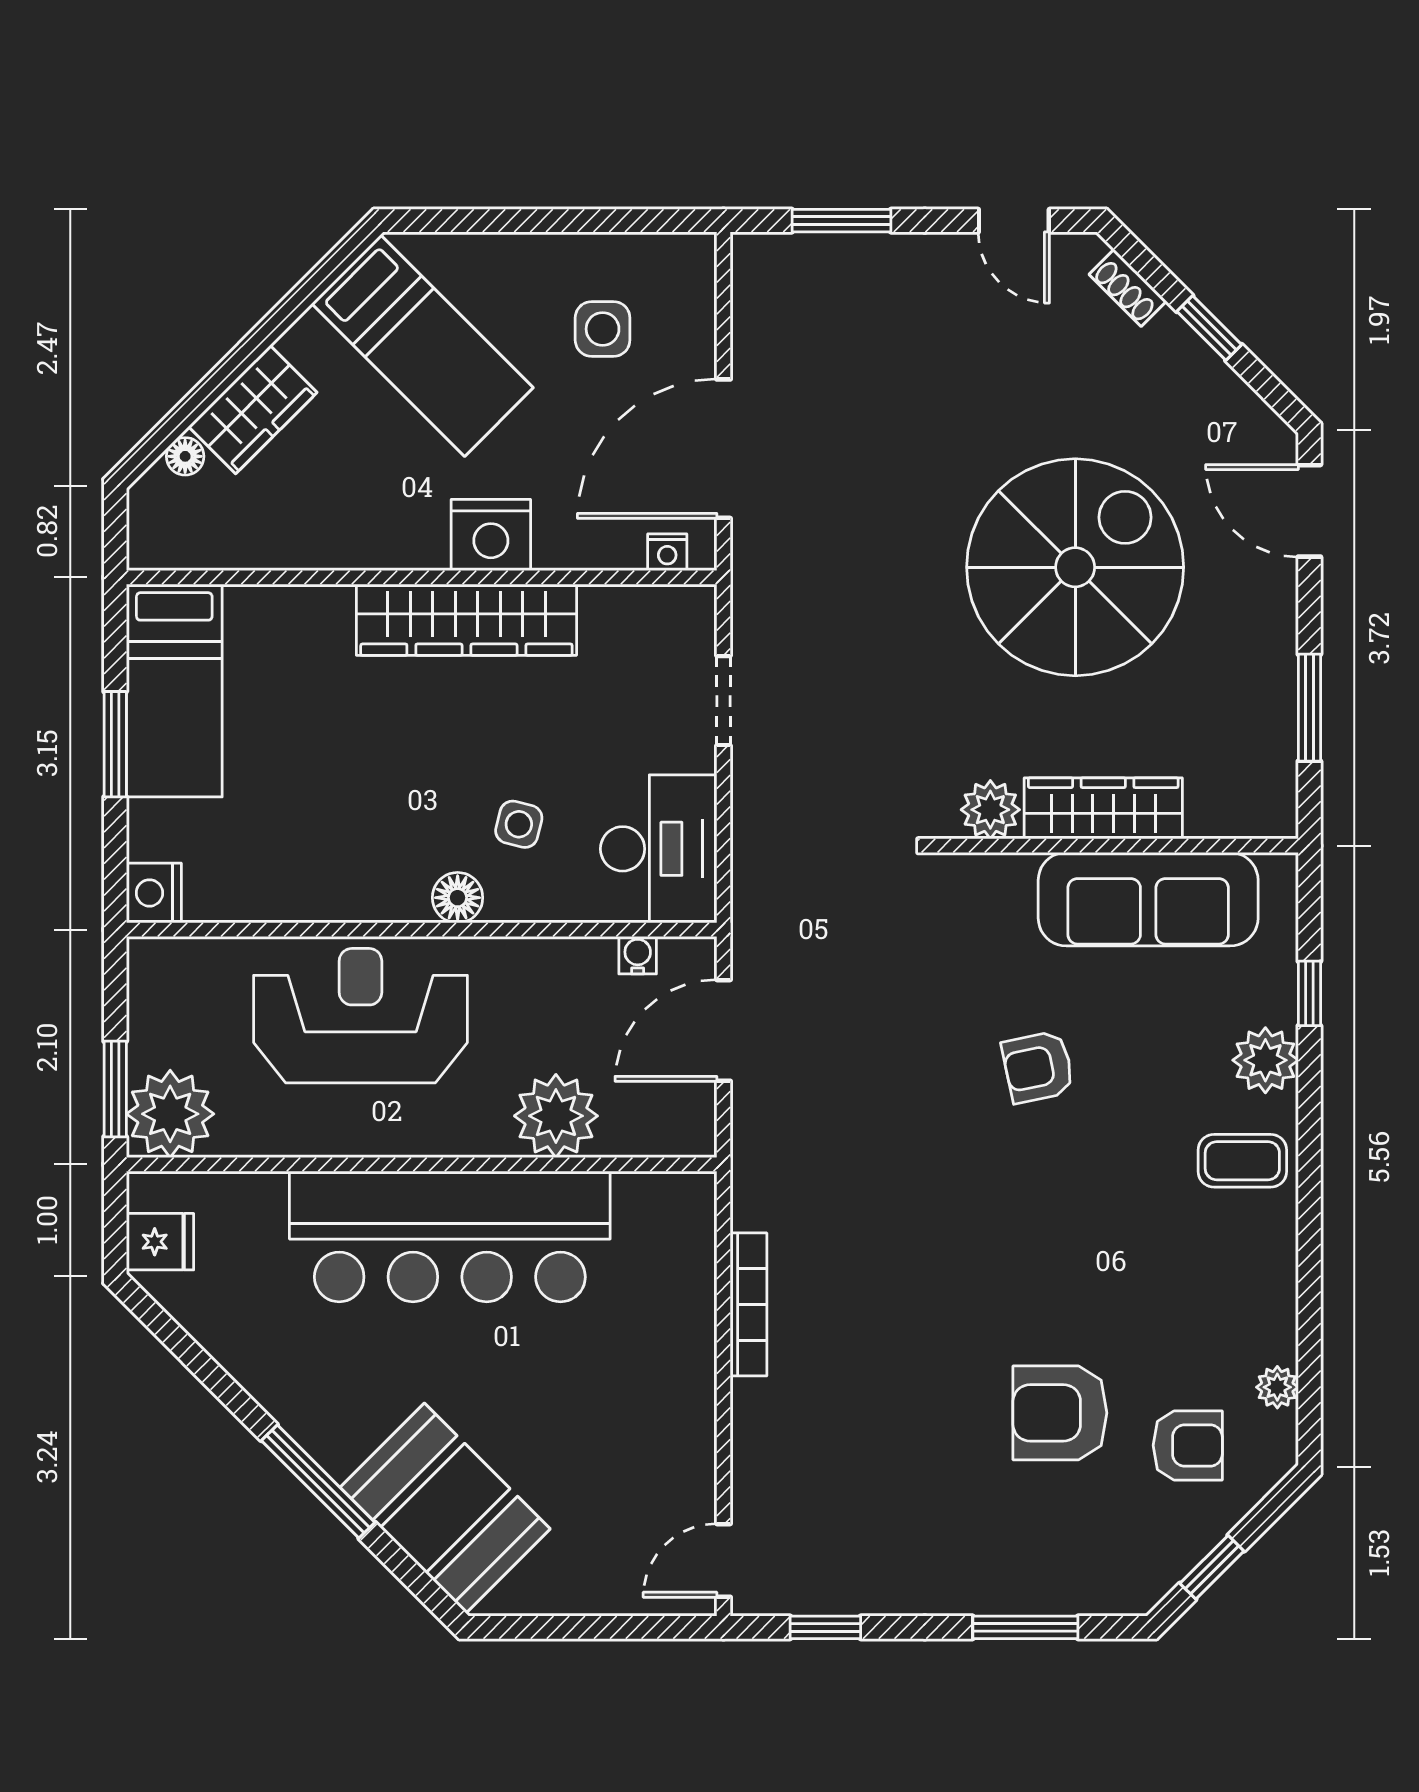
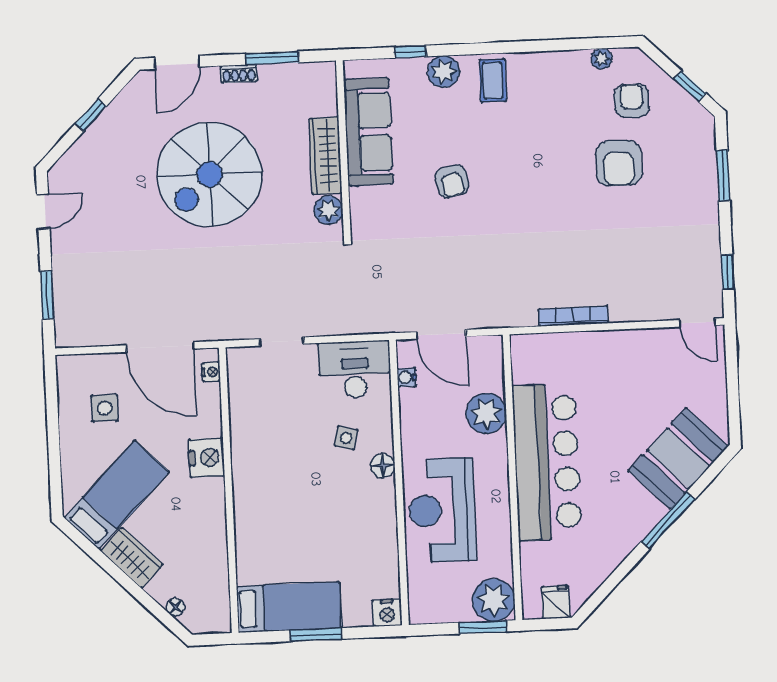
shoe rack: (1128, 288) -> (239, 74), moved, turned 45
wardrobe: (253, 409) -> (132, 558), moved
spiral stairs: (1075, 567) -> (209, 174), turned -90
wardrobe: (466, 620) -> (248, 468), removed

